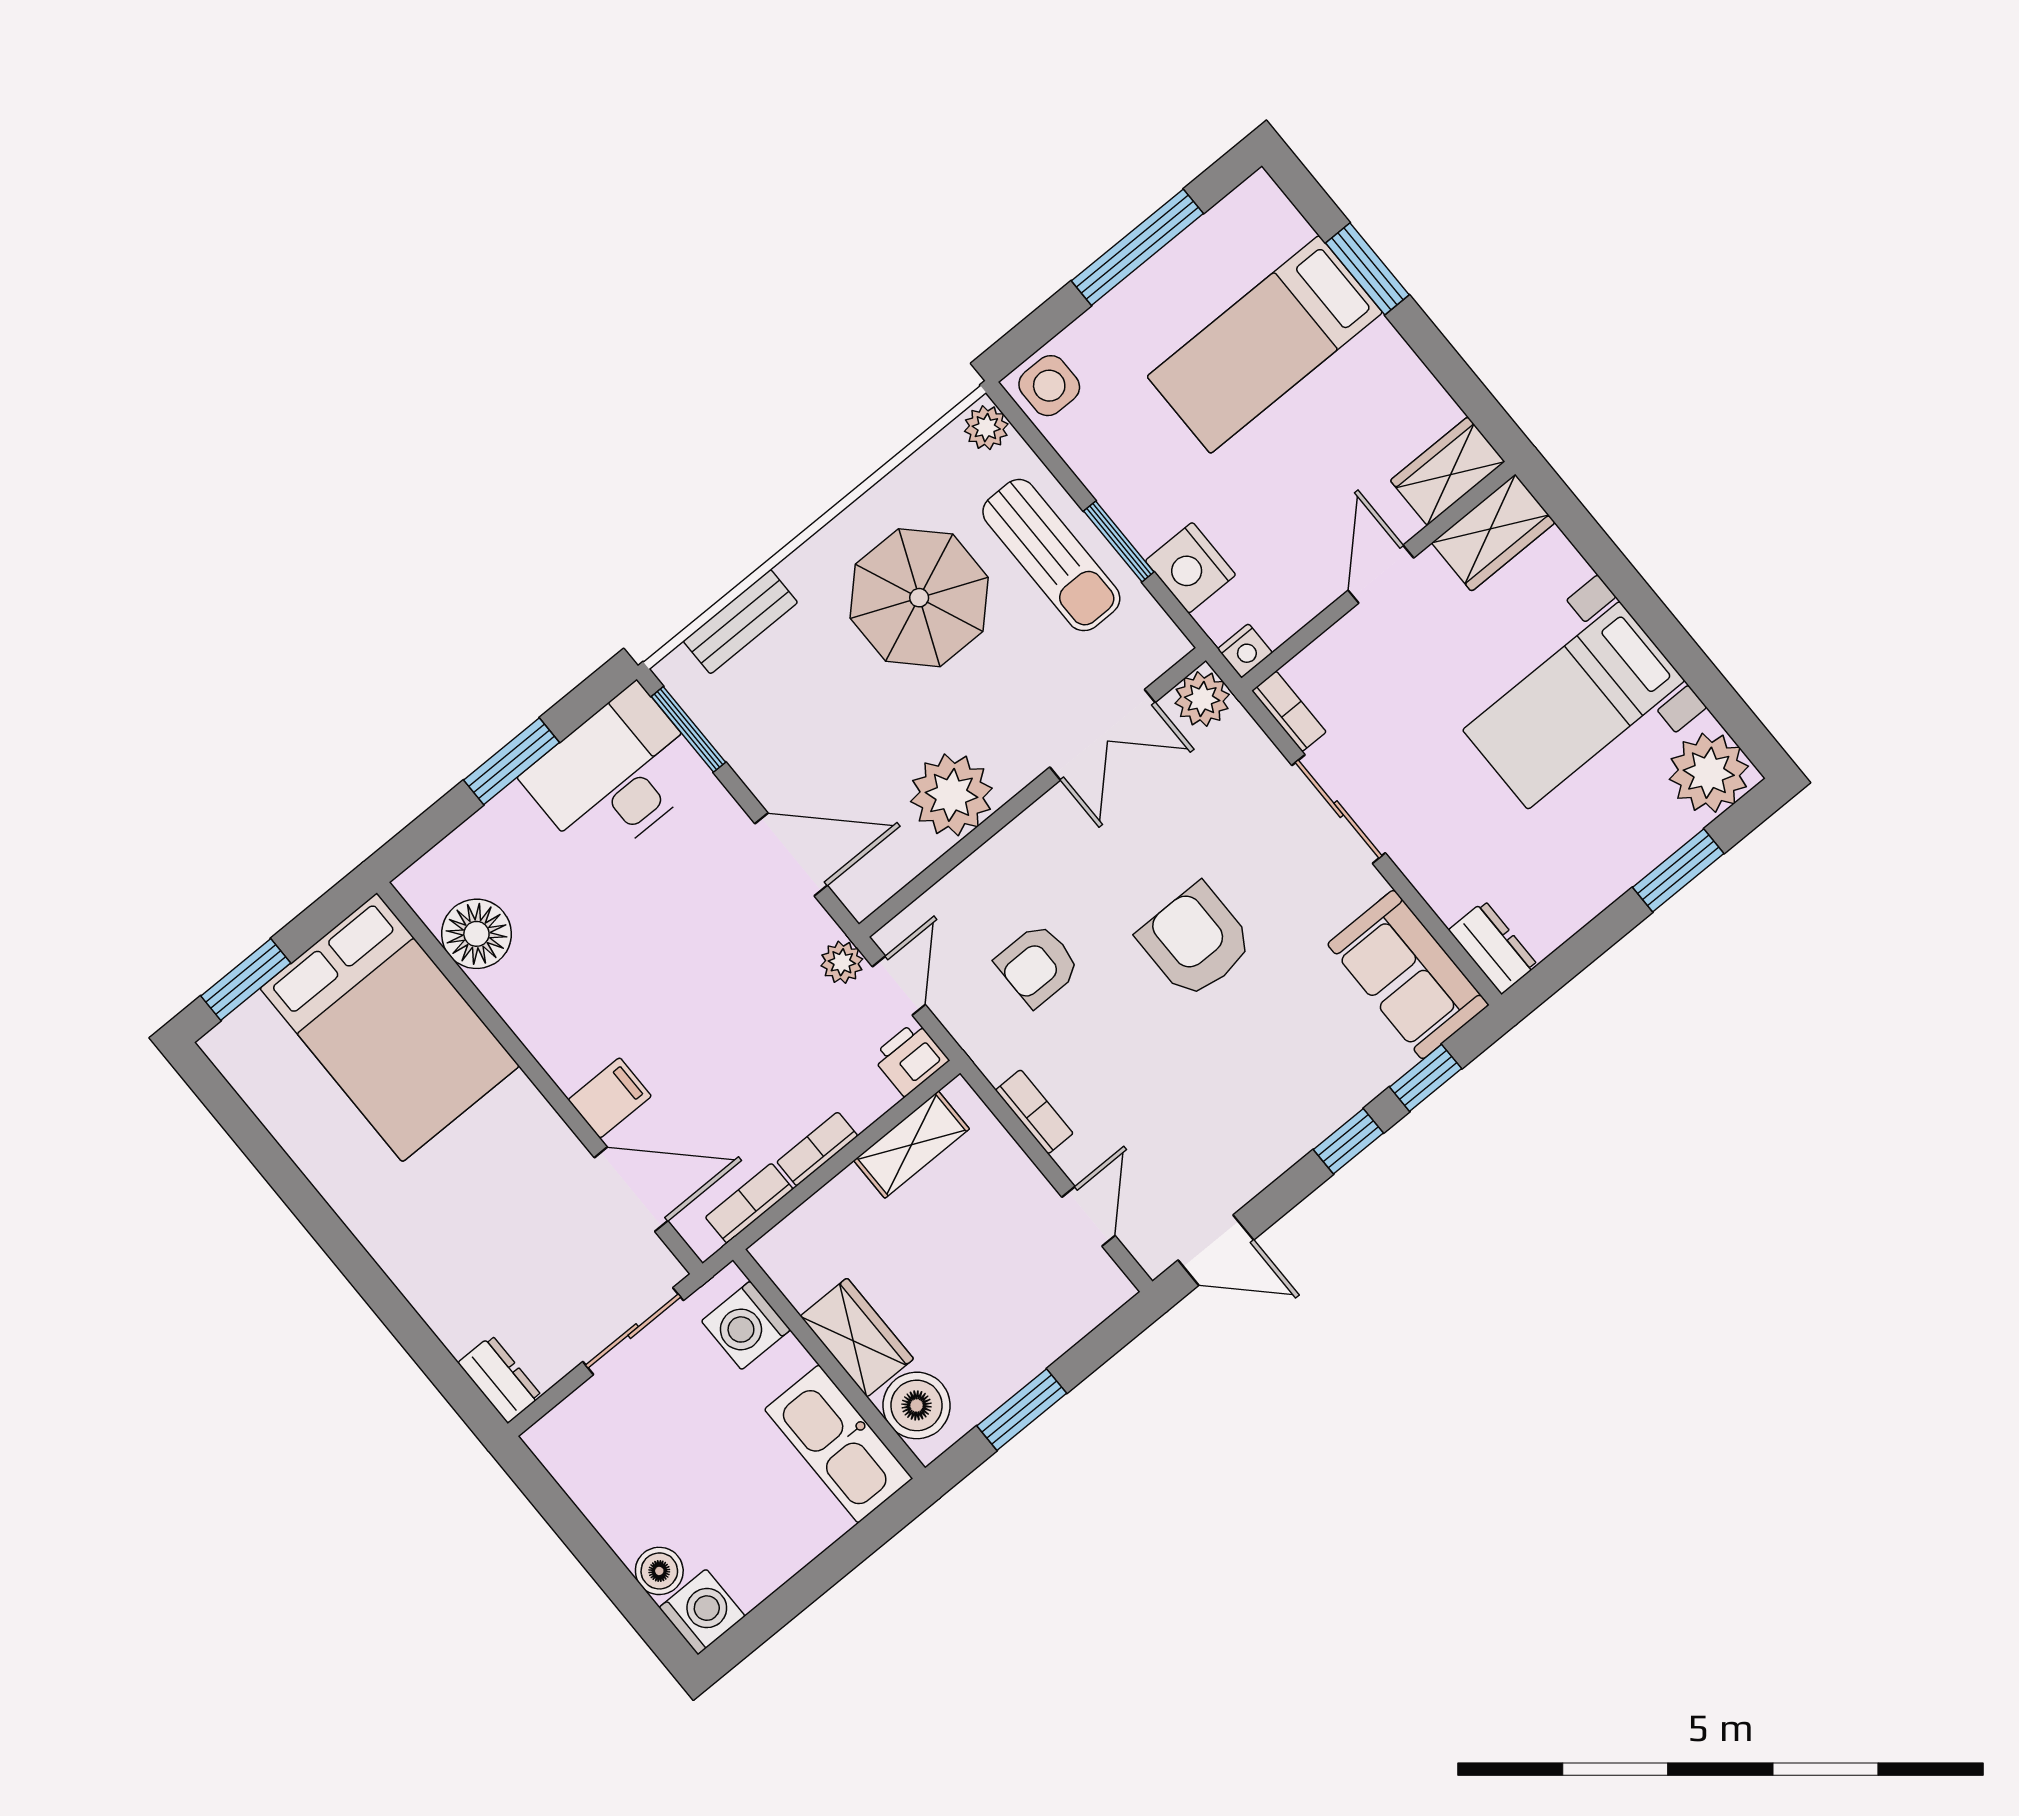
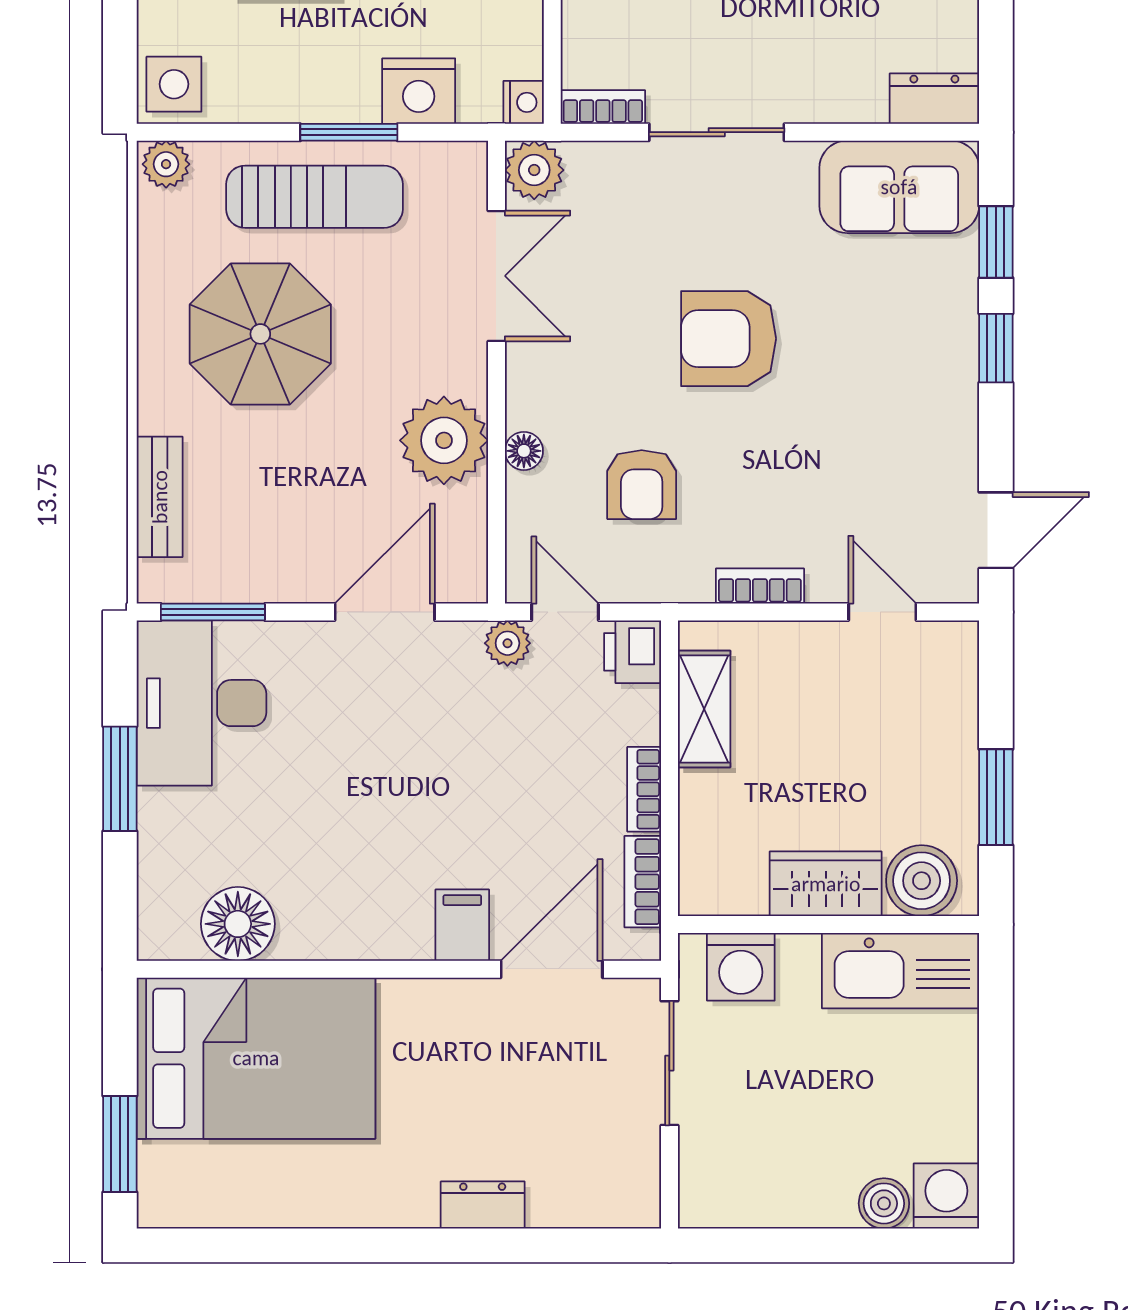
floor lamp: (992, 859) -> (524, 451), added
dresser: (500, 1379) -> (483, 1205), moved

